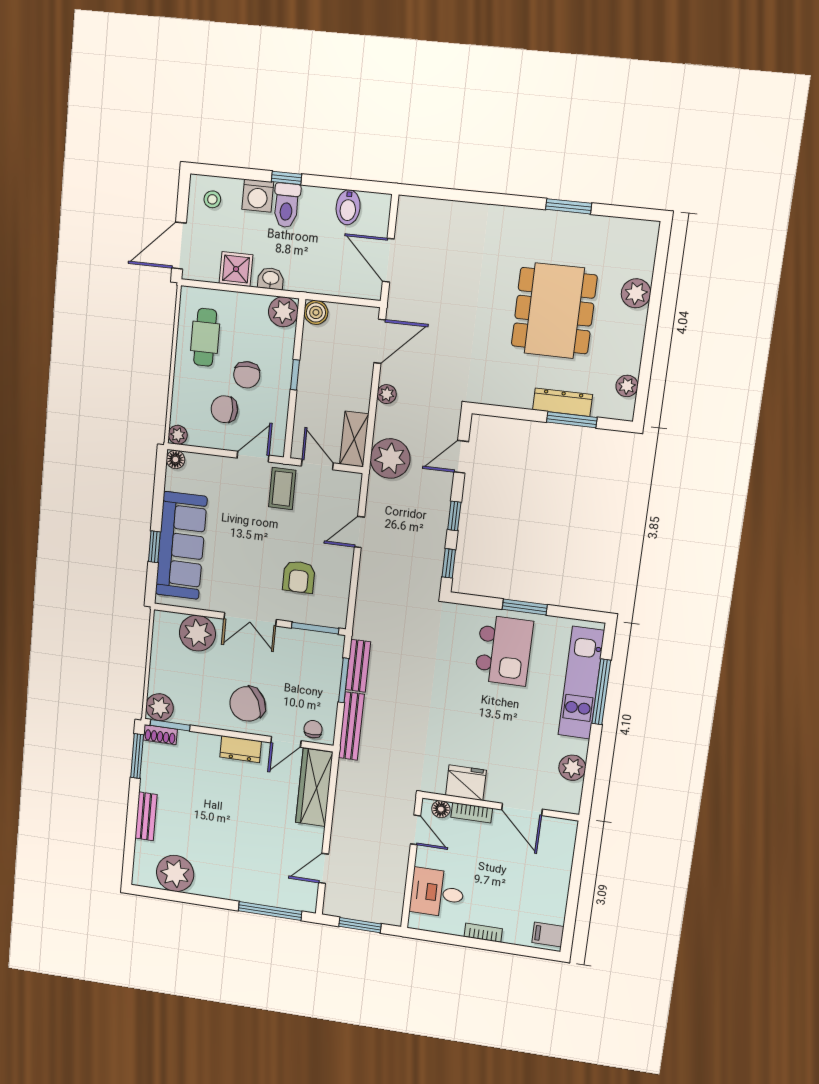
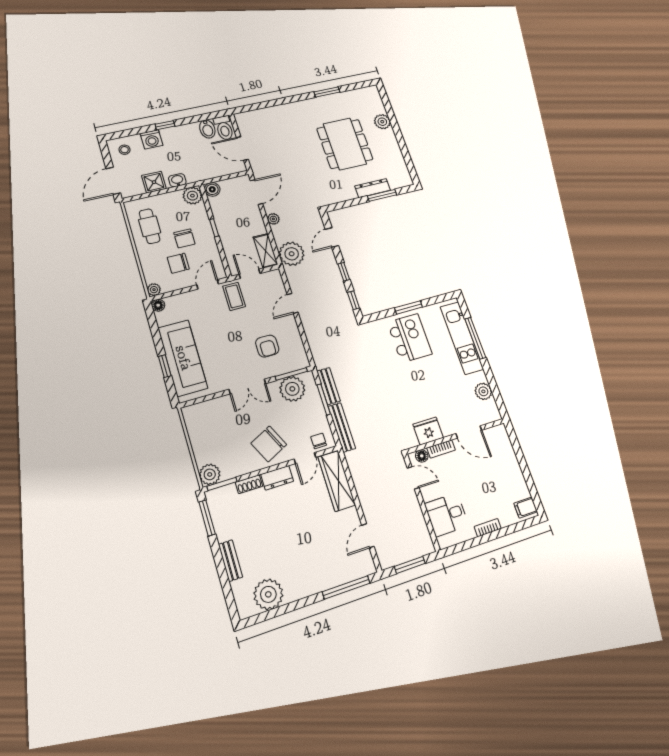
toilet: (286, 205) -> (224, 128), moved
plant: (627, 386) -> (402, 168), removed
plant: (197, 633) -> (292, 389), moved
shoe rack: (160, 735) -> (249, 484), moved

